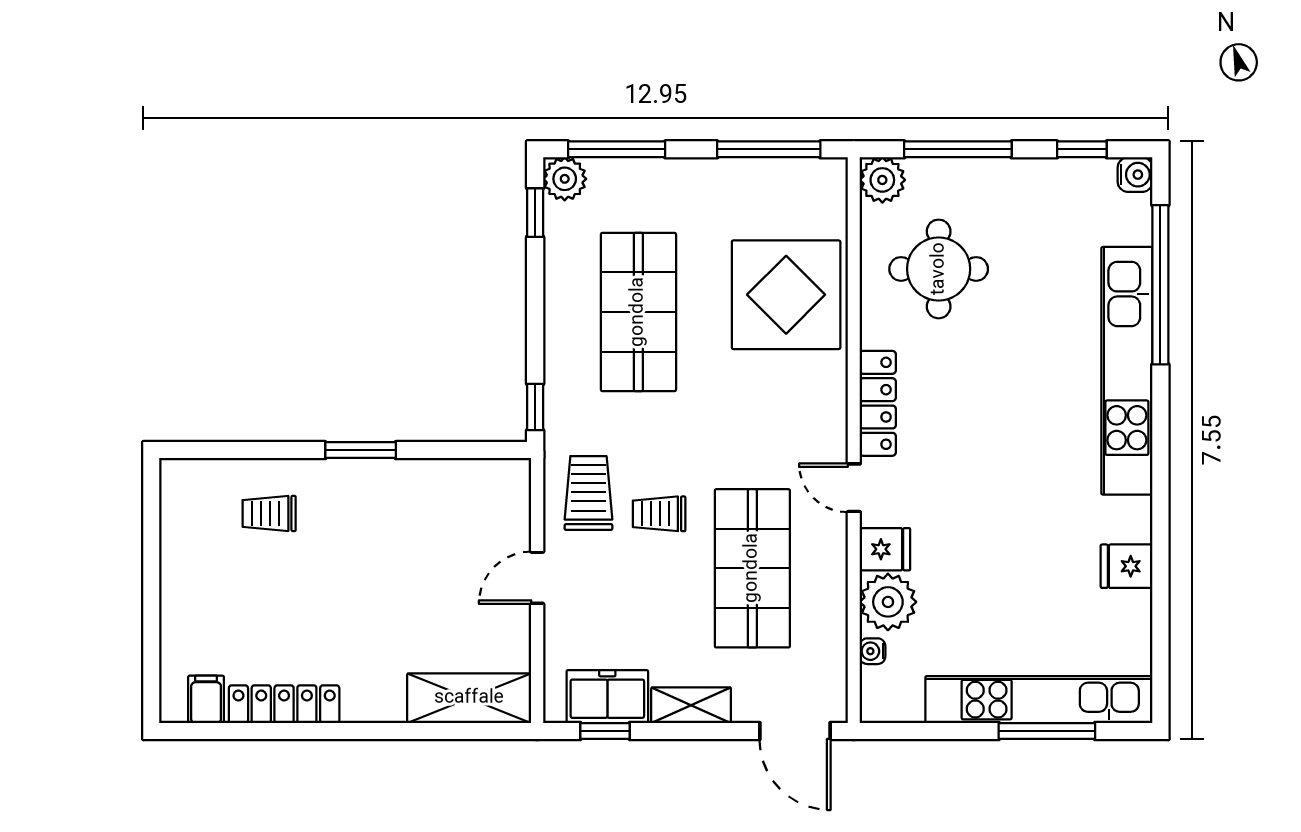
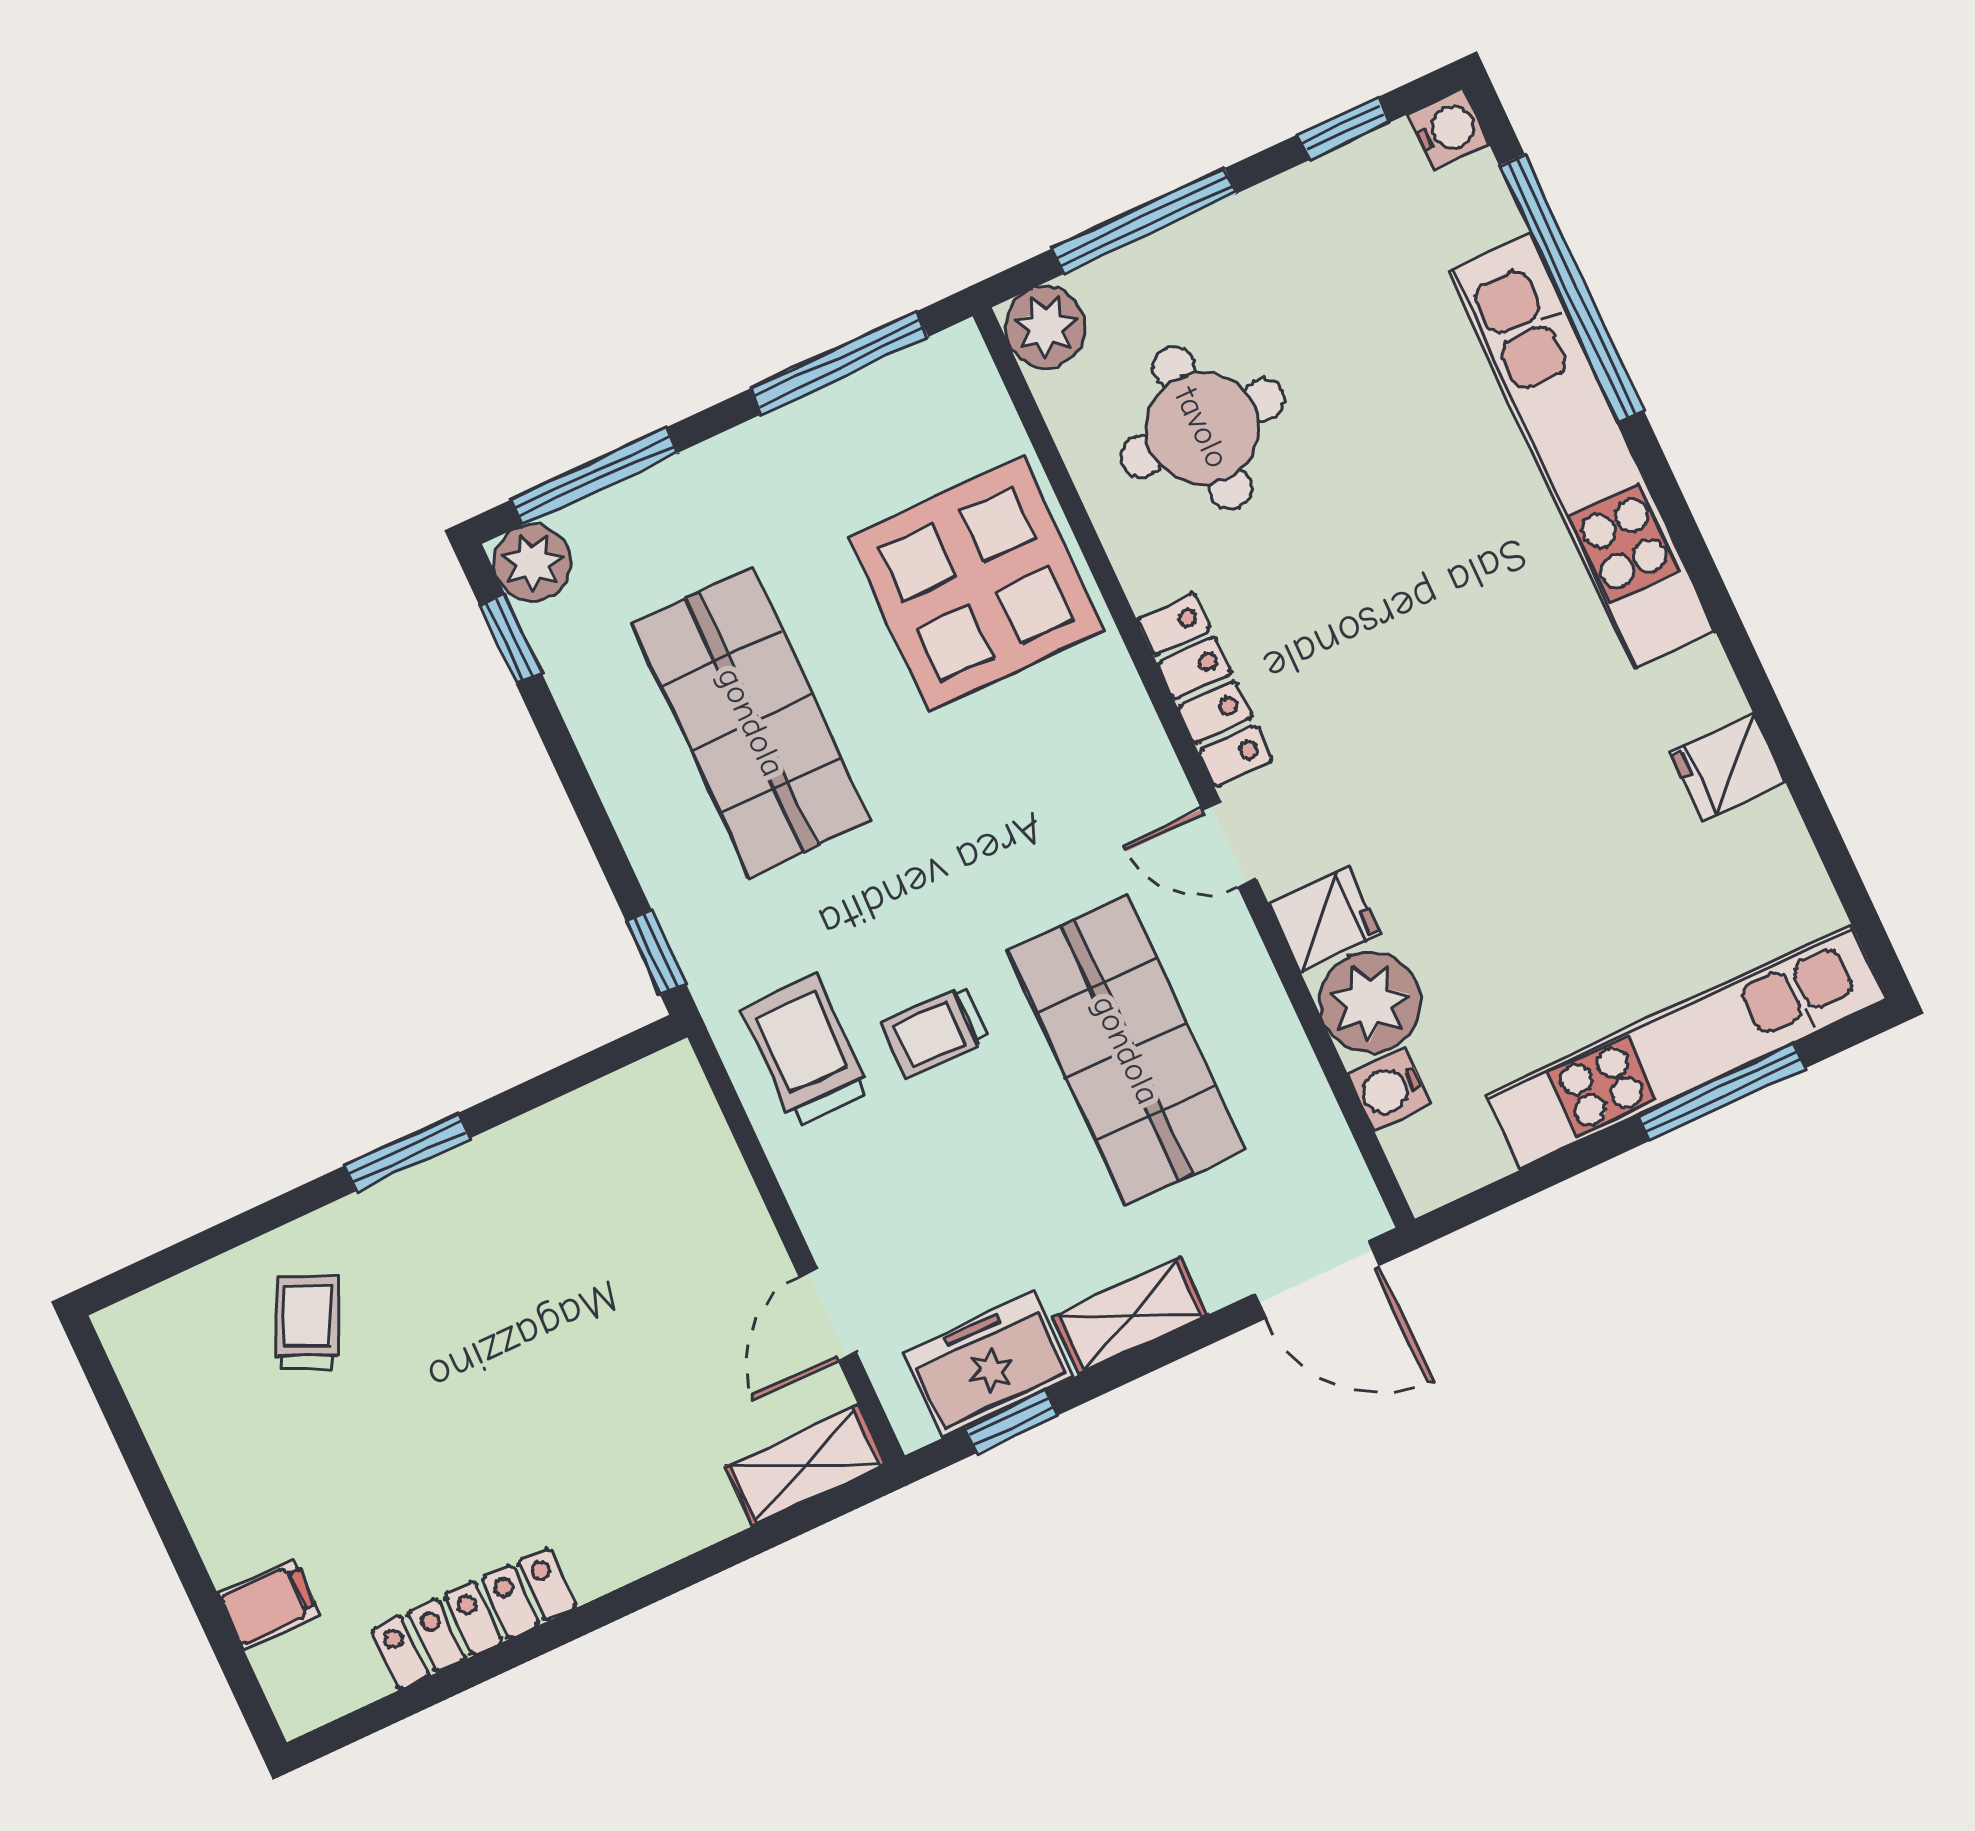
trolley: (269, 513) -> (307, 1323), turned 115
door: (537, 578) -> (828, 1315), moved
water cooler: (872, 651) -> (1390, 1090), width x1.38, depth x1.38
shelving: (469, 698) -> (805, 1465), width x0.67, depth x0.75
filing cabinet: (206, 699) -> (269, 1604), moved, turned 90

